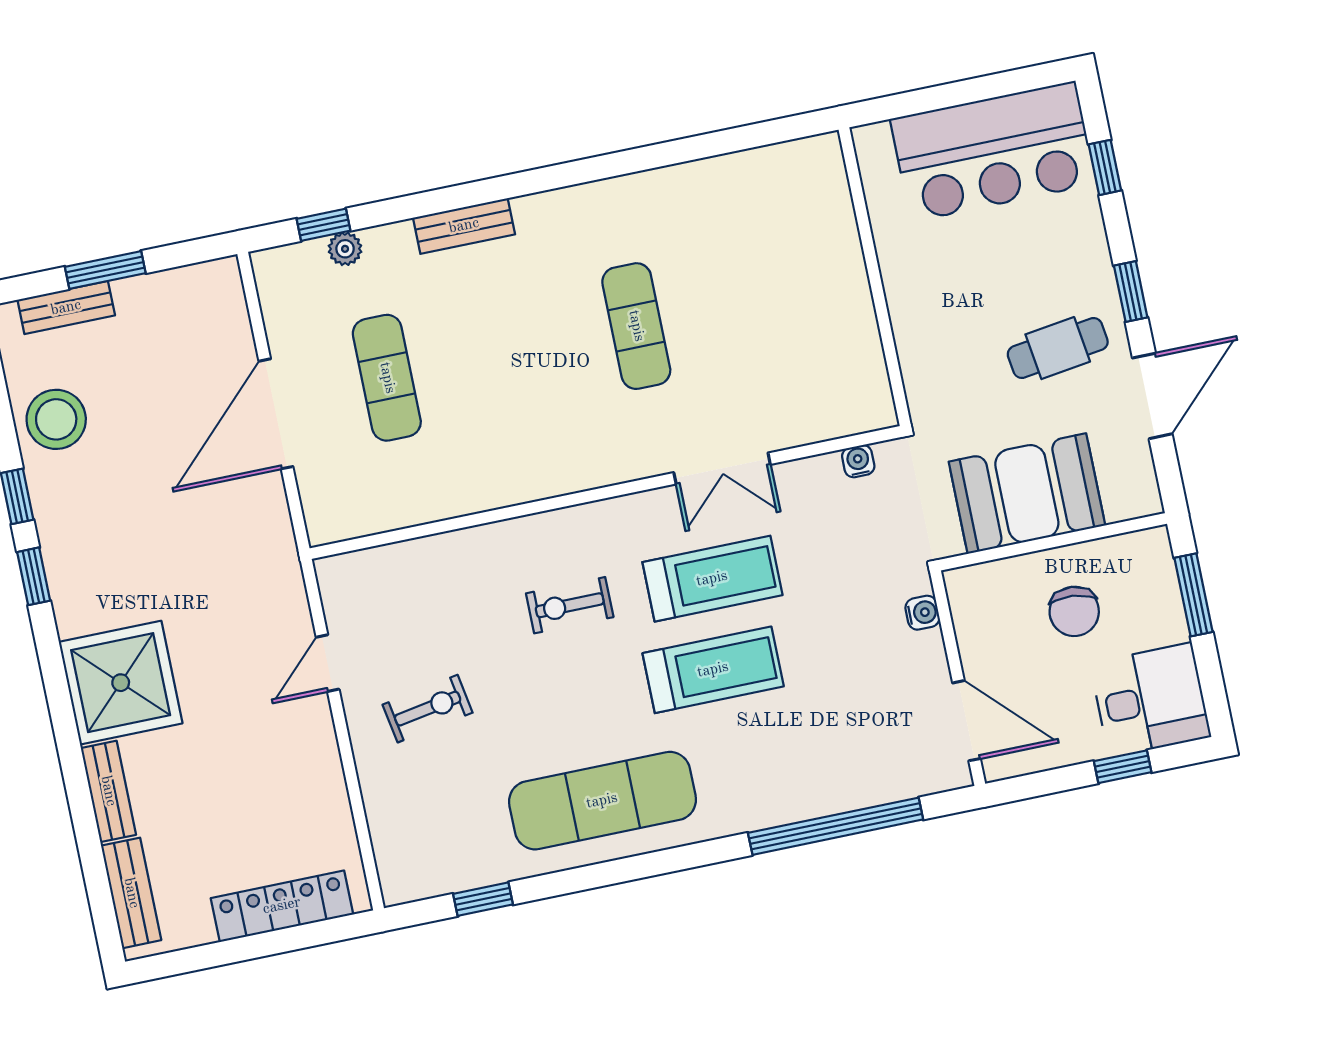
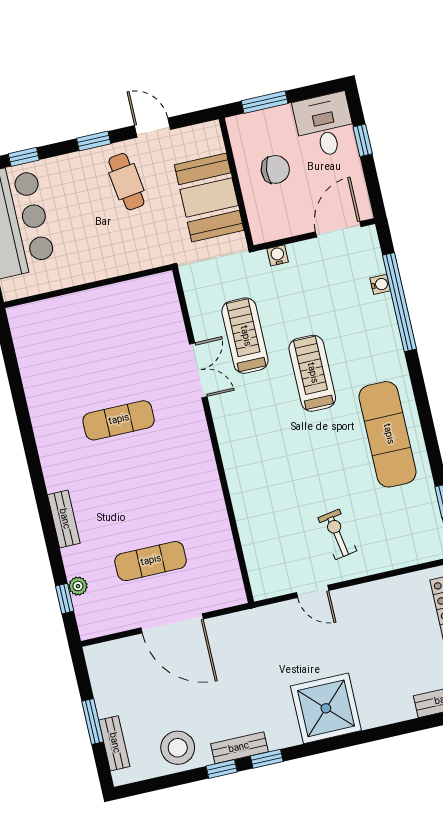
door: (1152, 396) -> (153, 128), width x0.73
water cooler: (858, 461) -> (380, 284), moved, turned 180
treadmill: (712, 579) -> (245, 336), moved
exercise bike: (570, 605) -> (277, 455), removed
bench: (108, 791) -> (239, 748), moved

